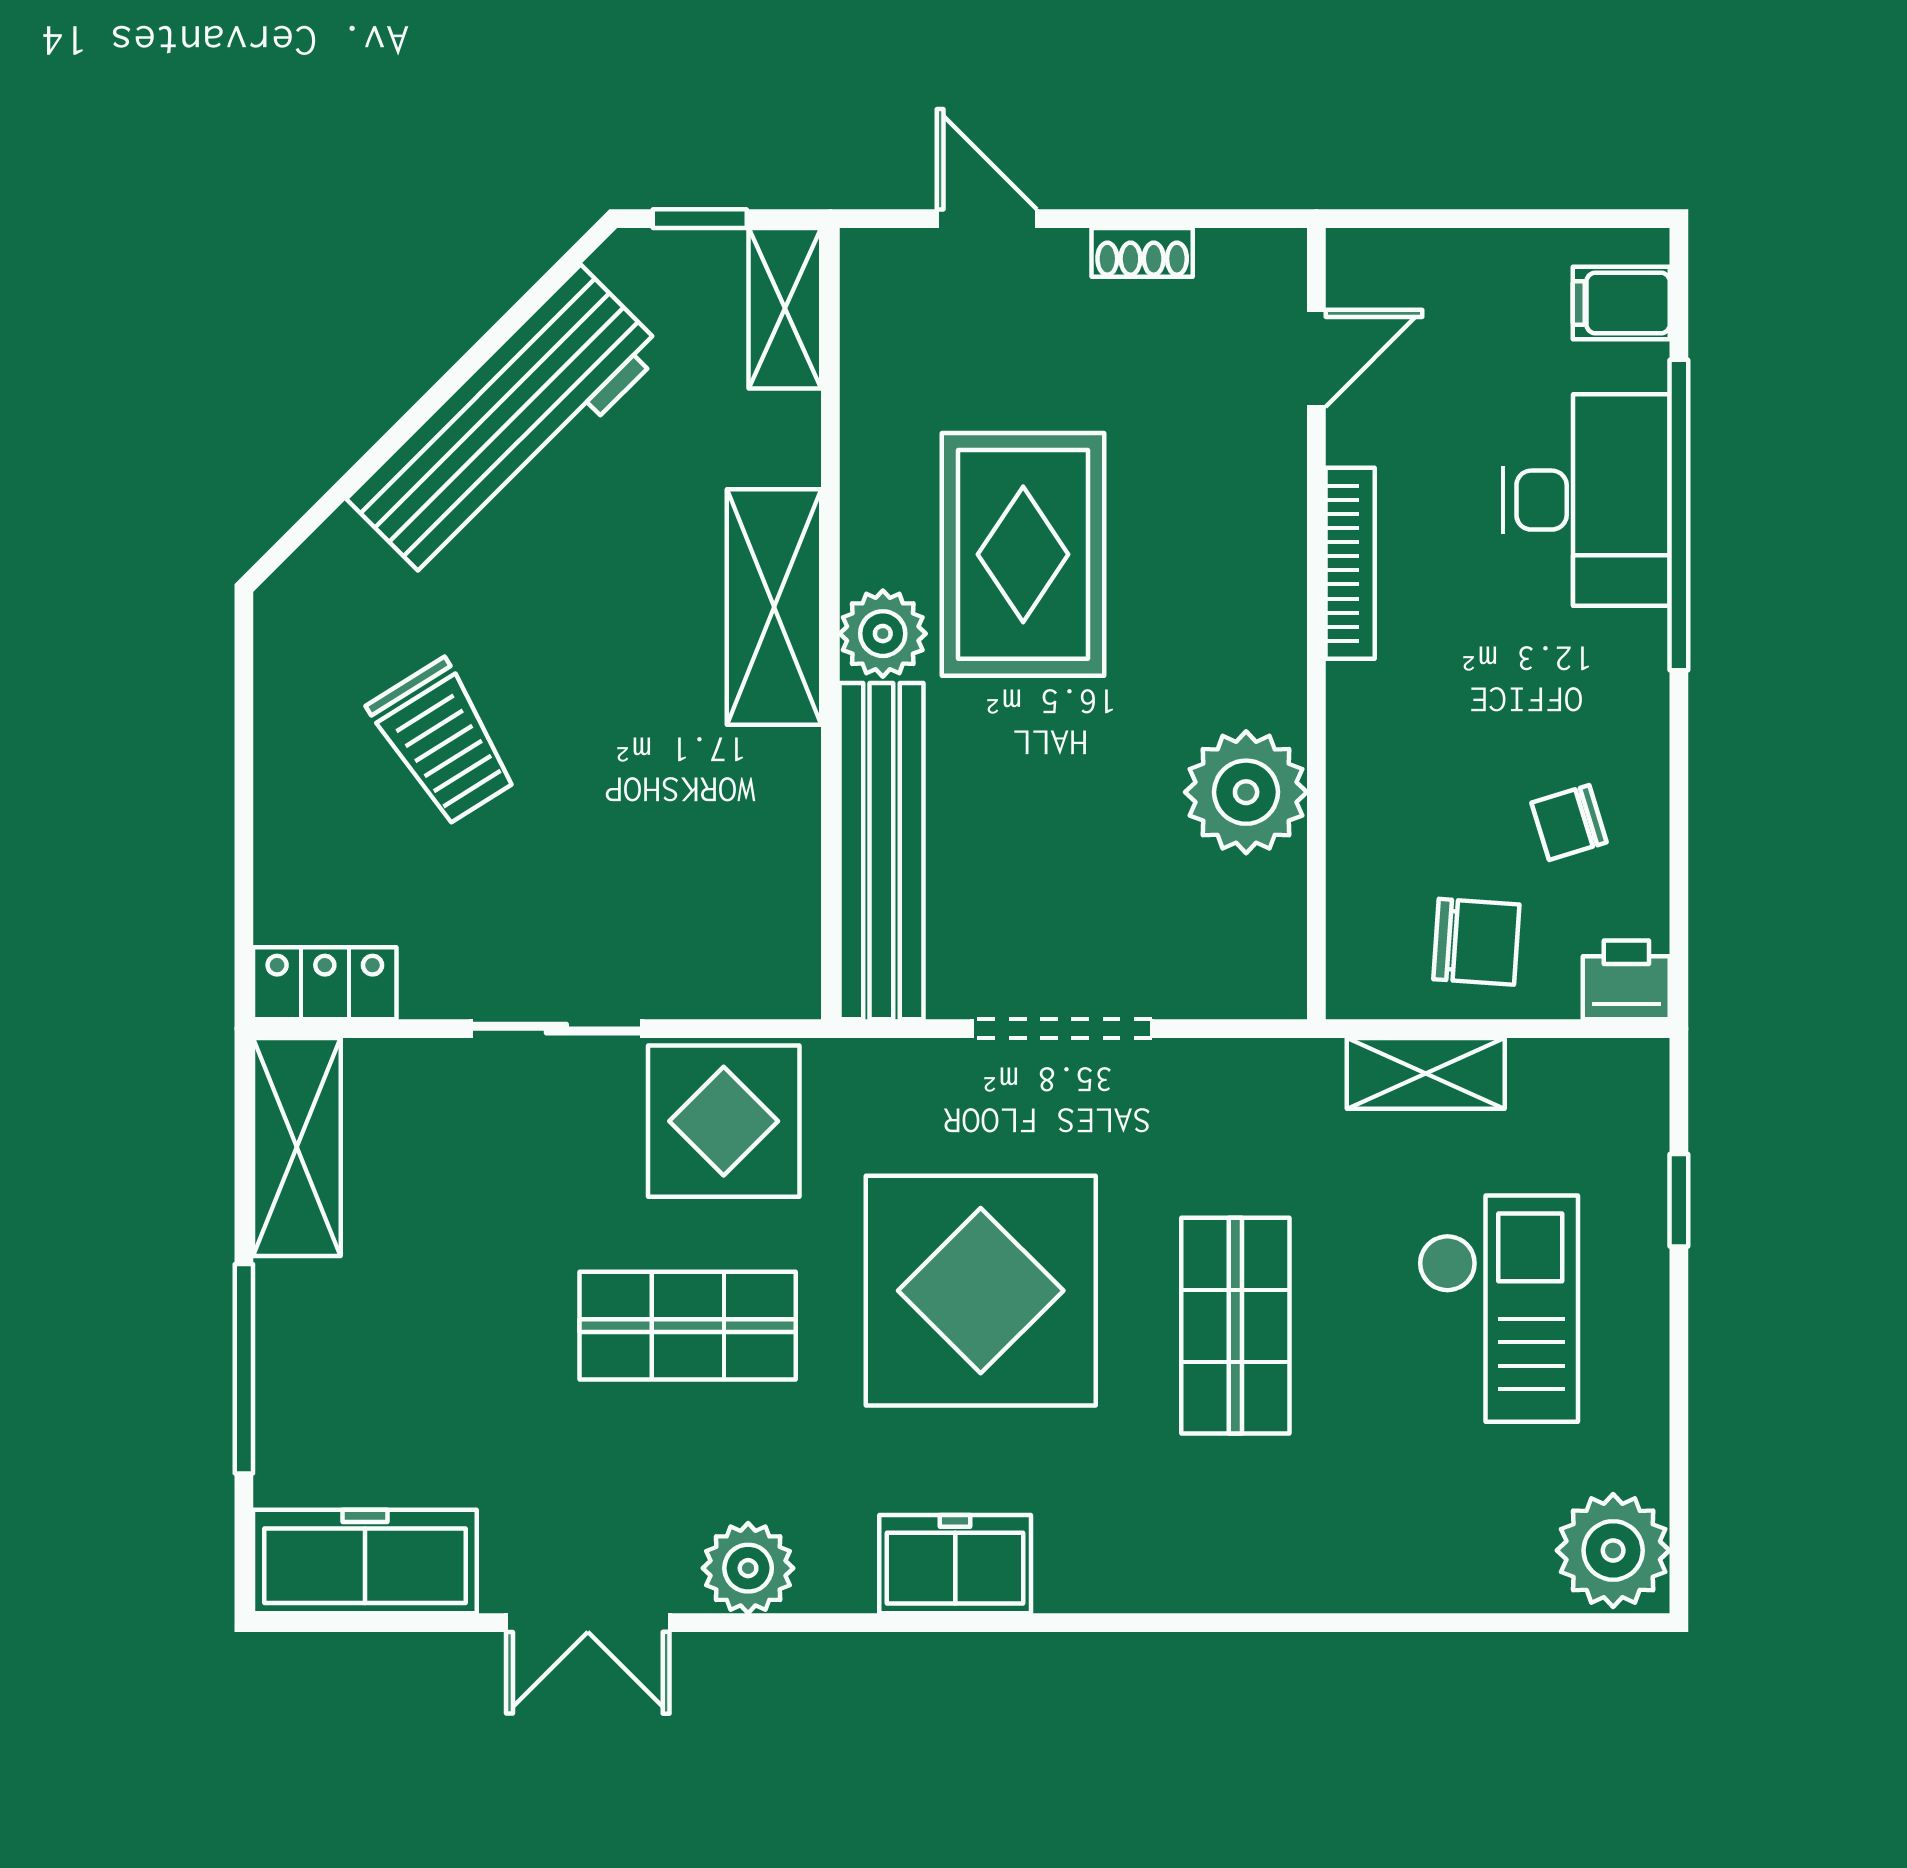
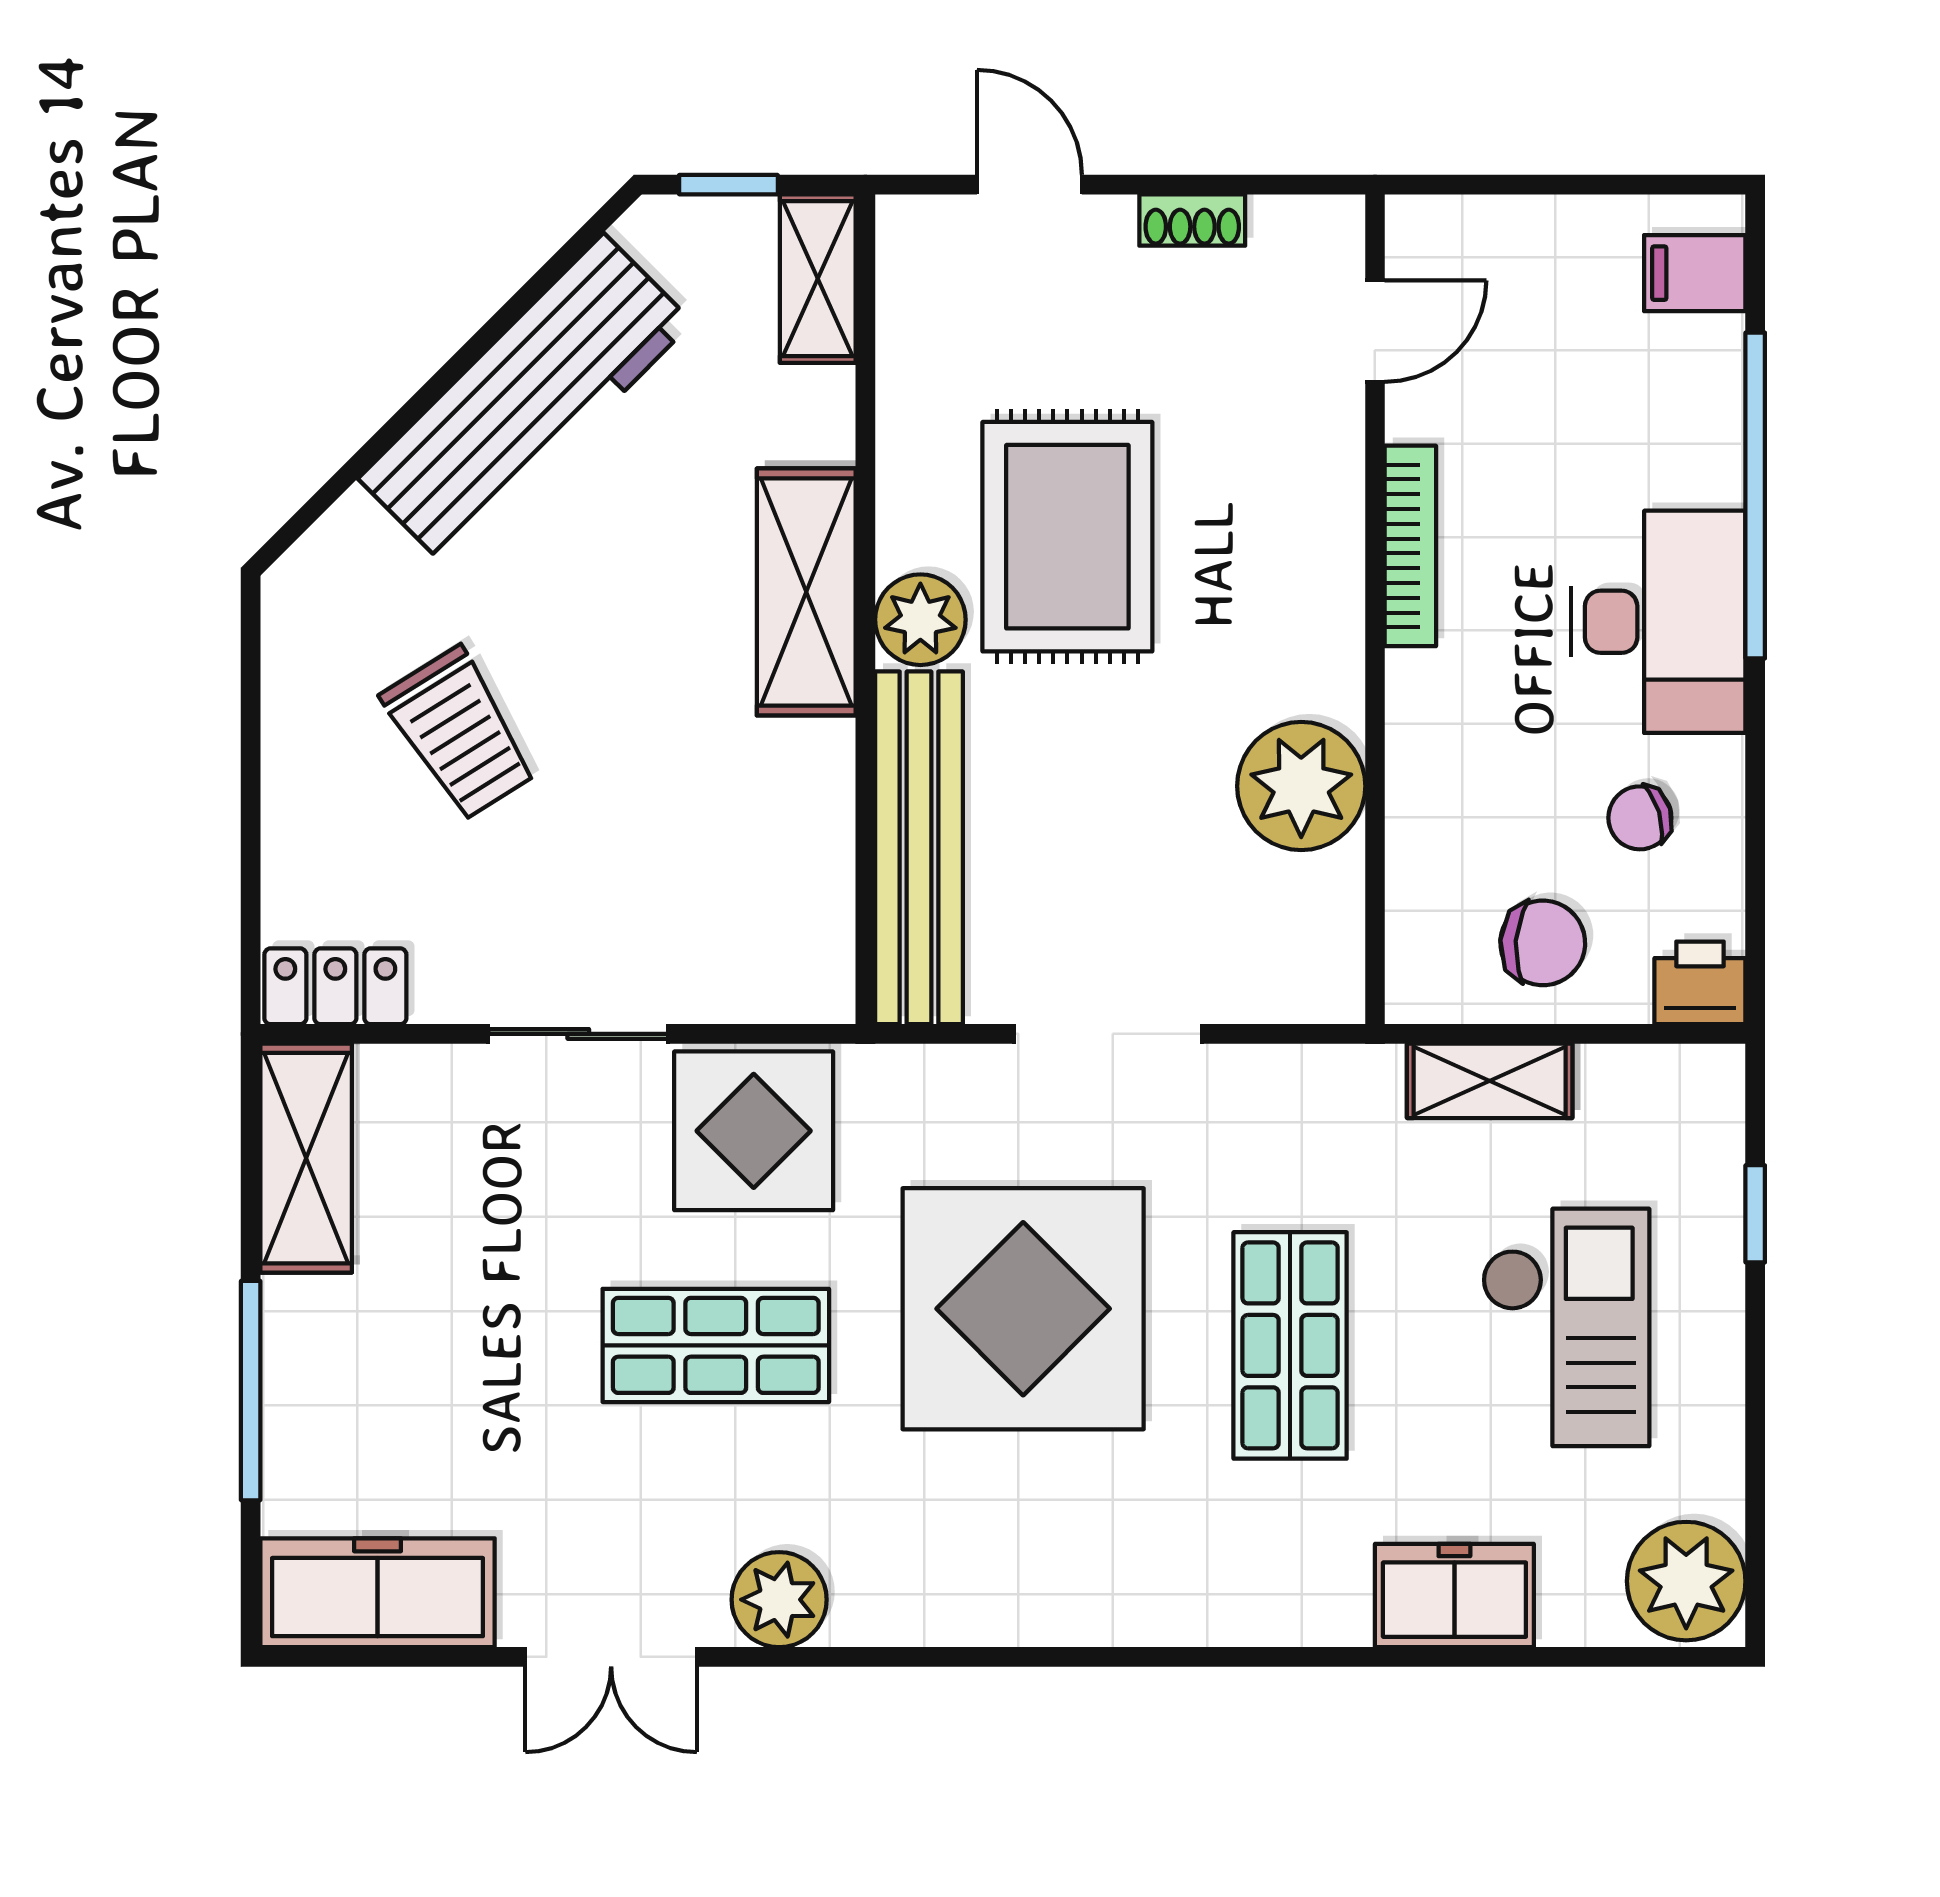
desk: (1586, 500) -> (1658, 622), moved
freezer: (955, 1564) -> (1454, 1595), moved

